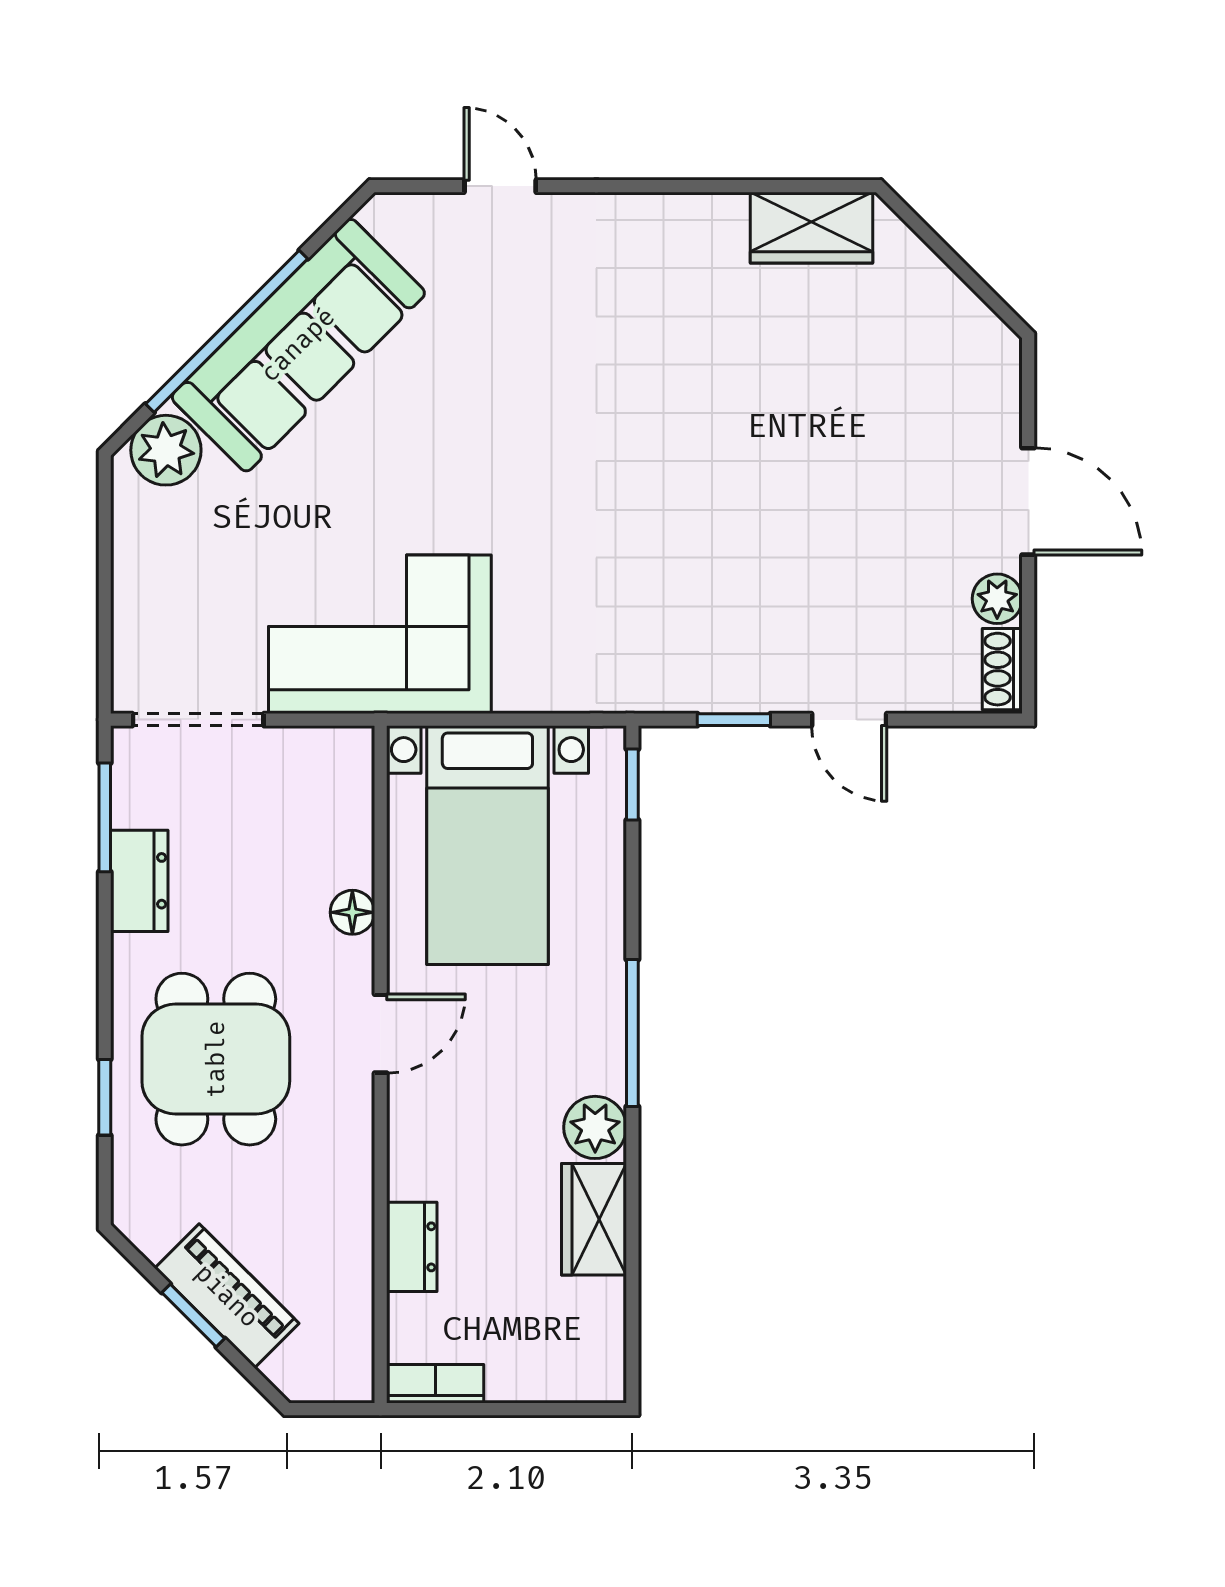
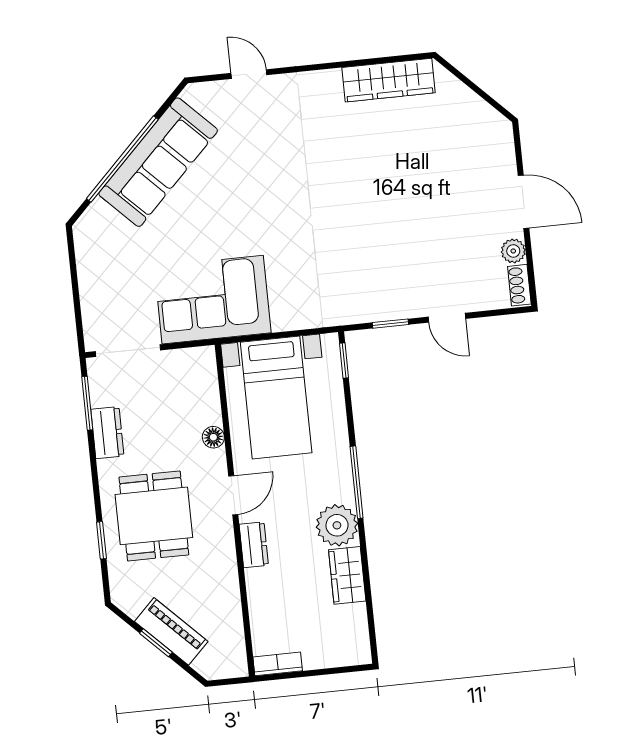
wardrobe: (811, 228) -> (389, 80), width x1.50
plant: (166, 450) -> (99, 220), removed
plant: (595, 1127) -> (337, 525), width x1.36, depth x1.36
dresser: (412, 1247) -> (254, 545), moved

